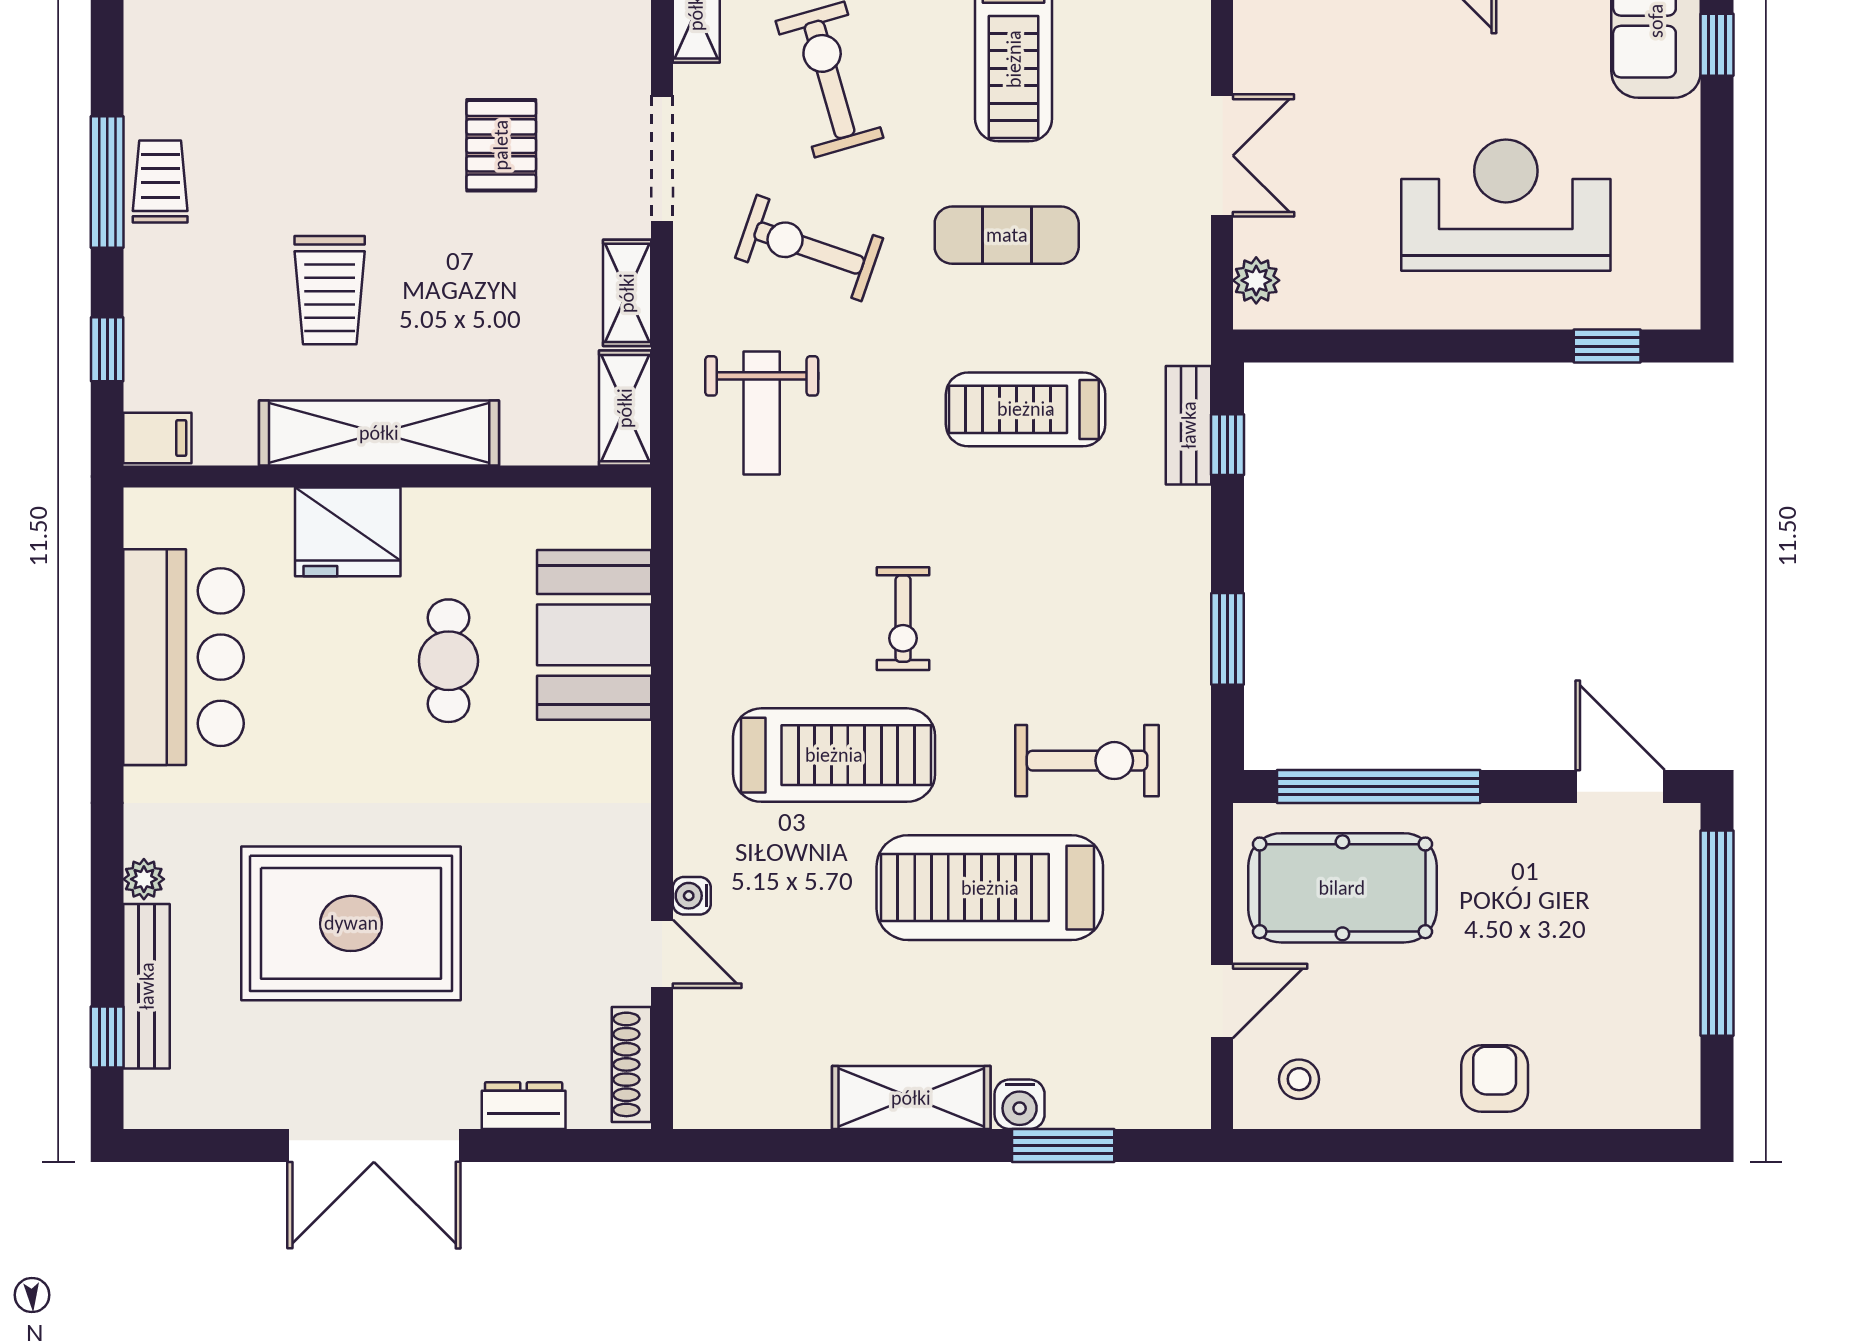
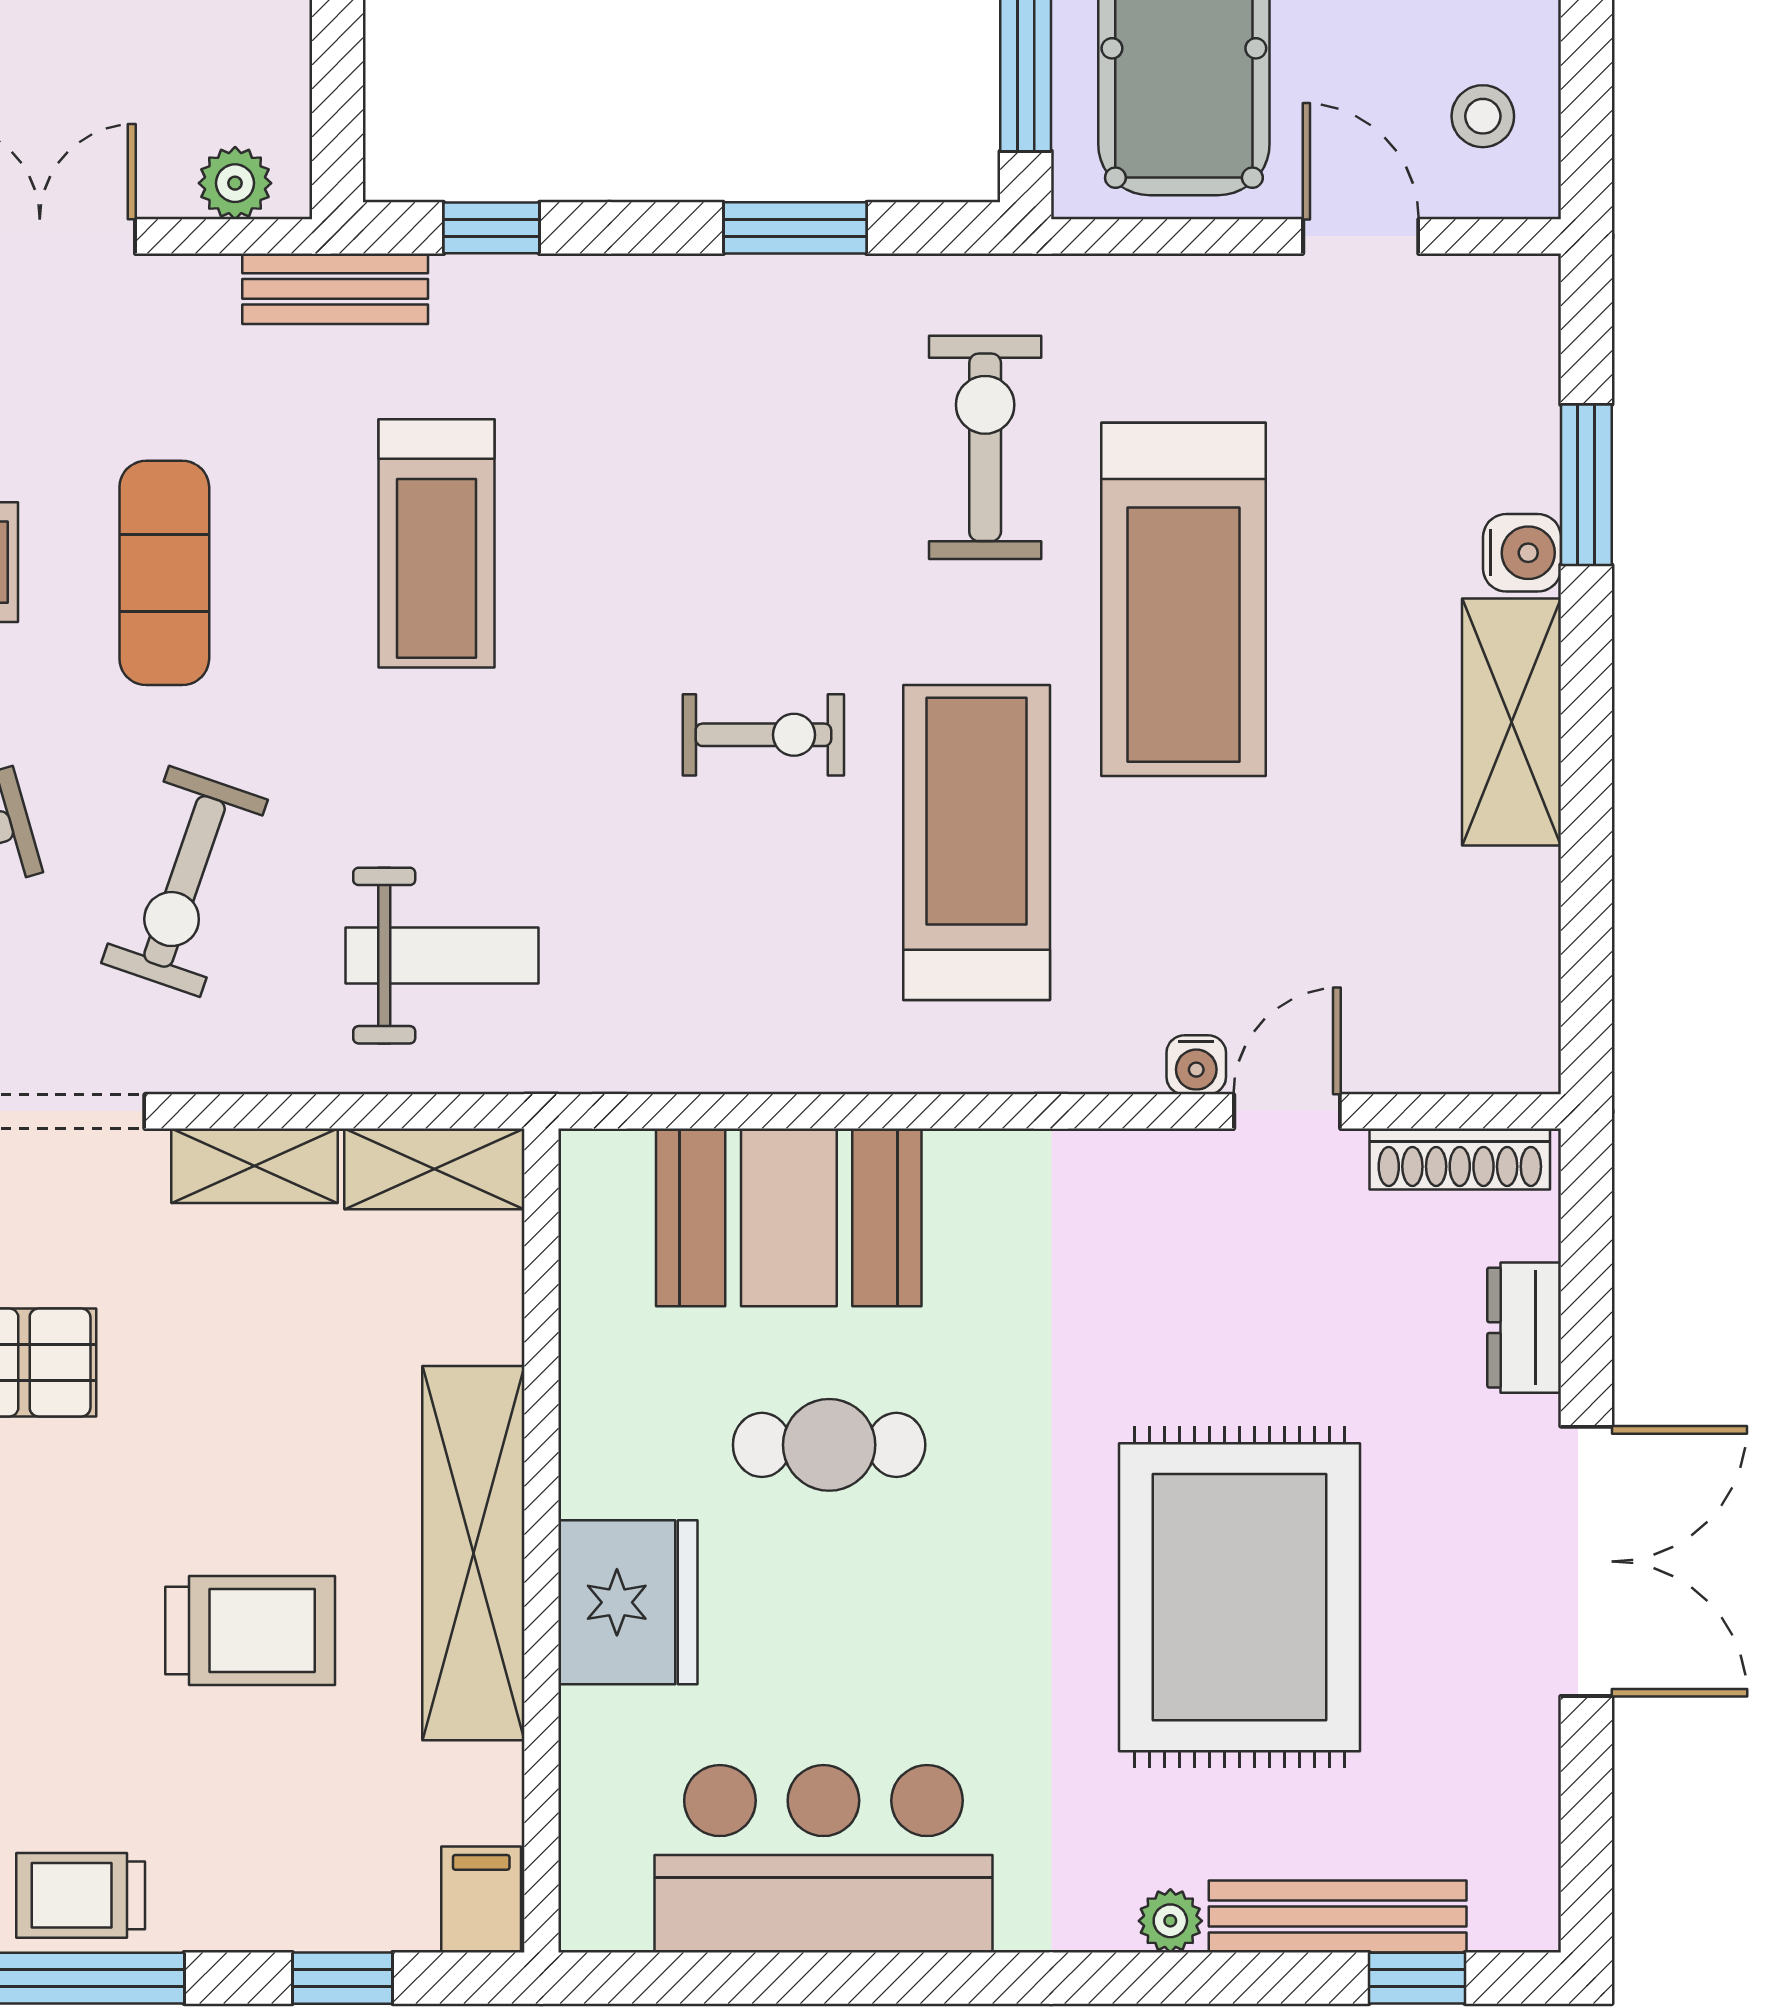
bench: (1189, 425) -> (335, 289), moved

